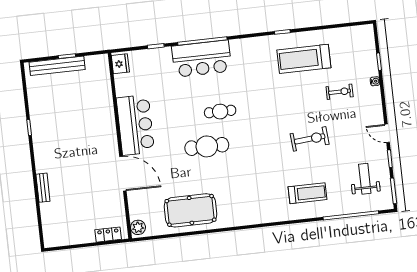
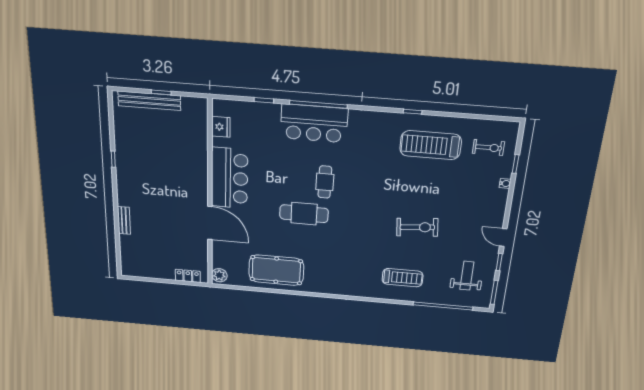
fridge: (120, 64) -> (221, 127), moved
exercise bike: (340, 92) -> (488, 148), moved
cafe table: (220, 112) -> (325, 182), turned 90

